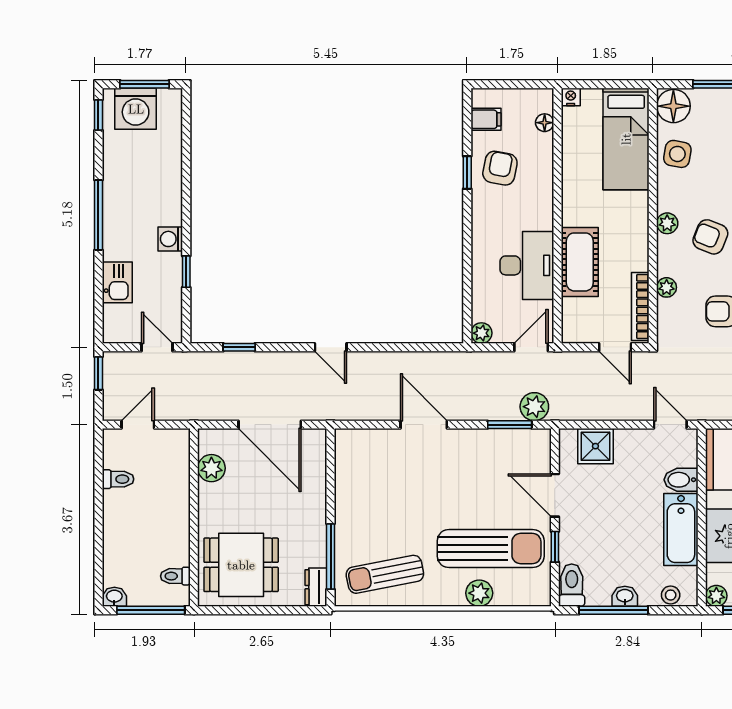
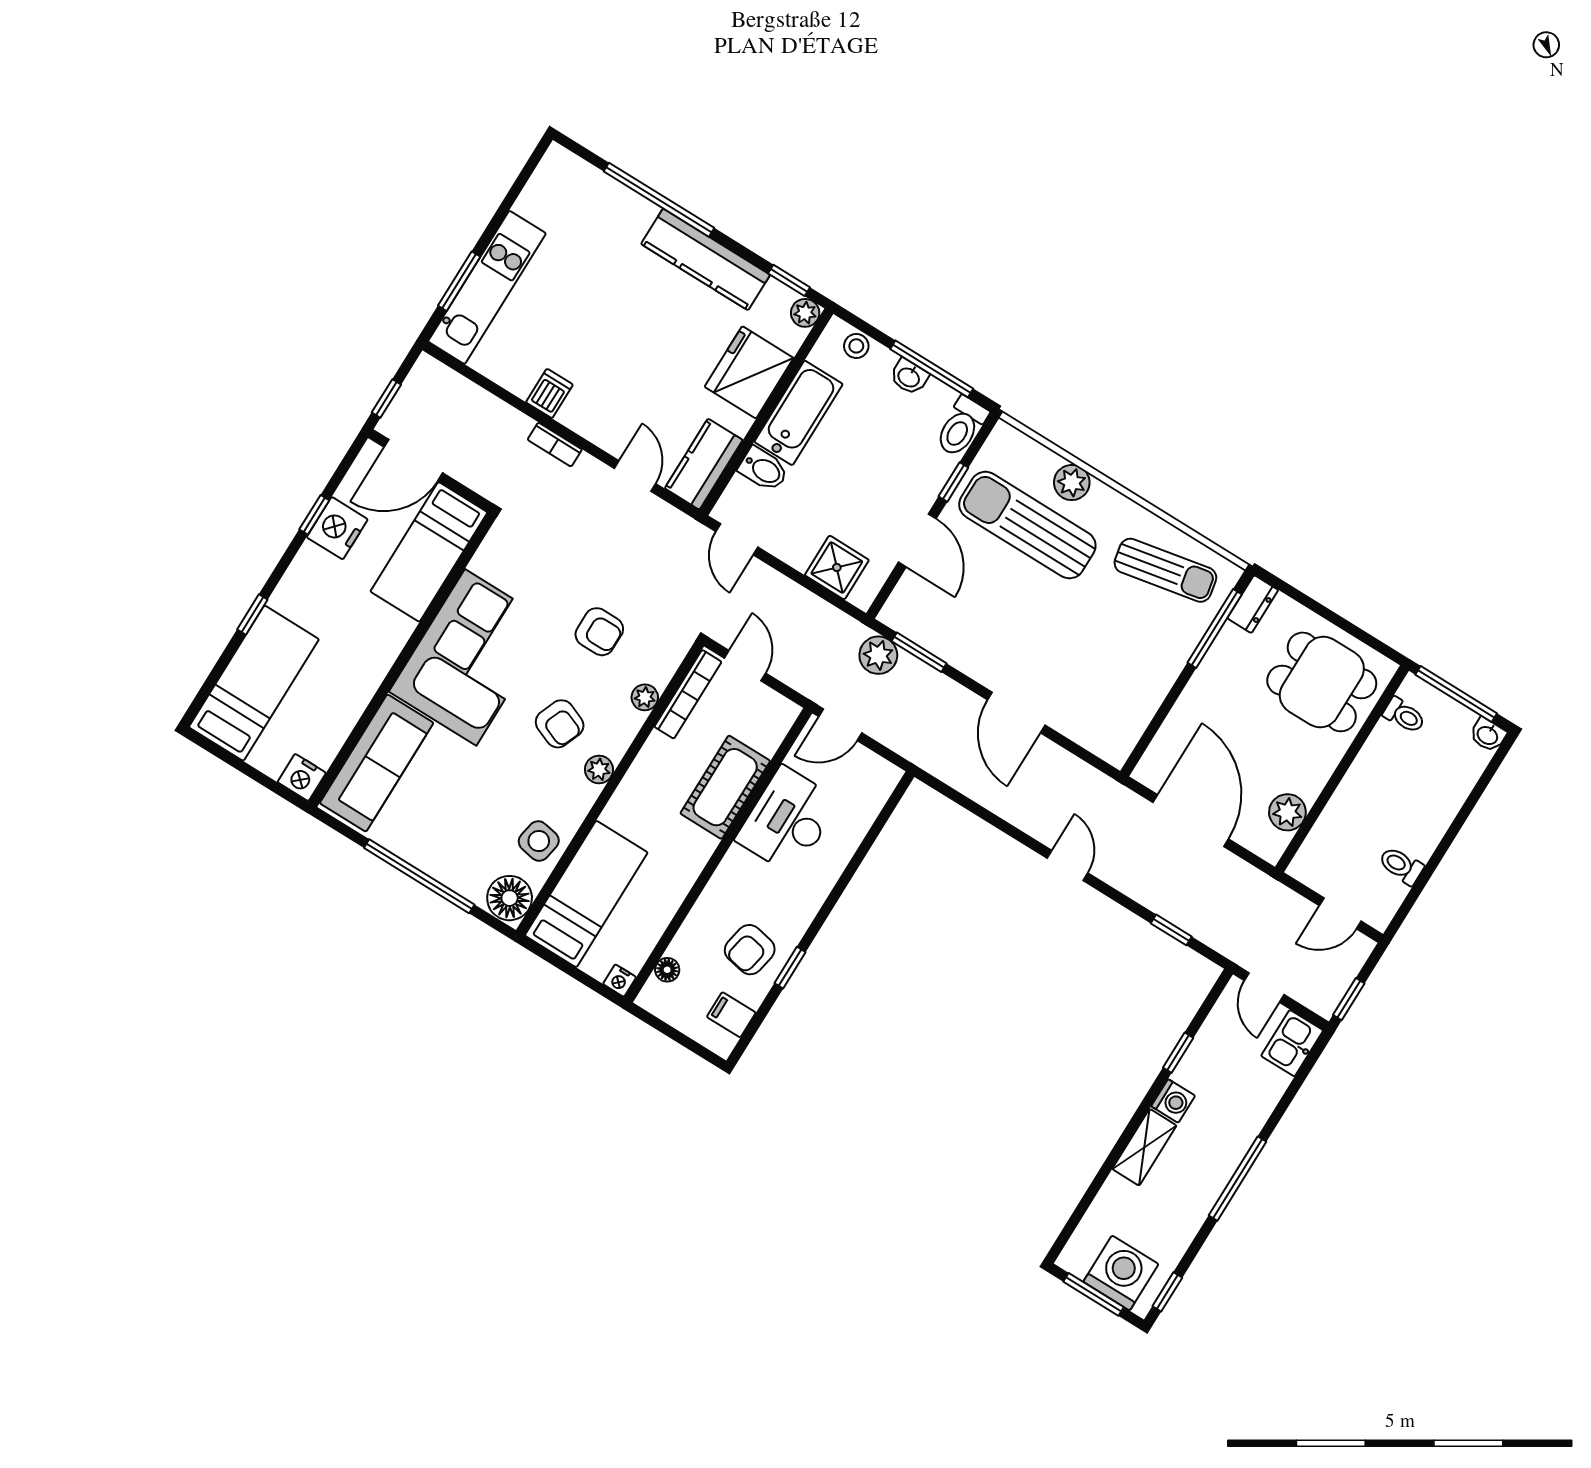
shelving: (170, 198) -> (1144, 1147), added
kitchen sink: (117, 282) -> (1292, 1043), moved
plant: (481, 333) -> (887, 776), removed

